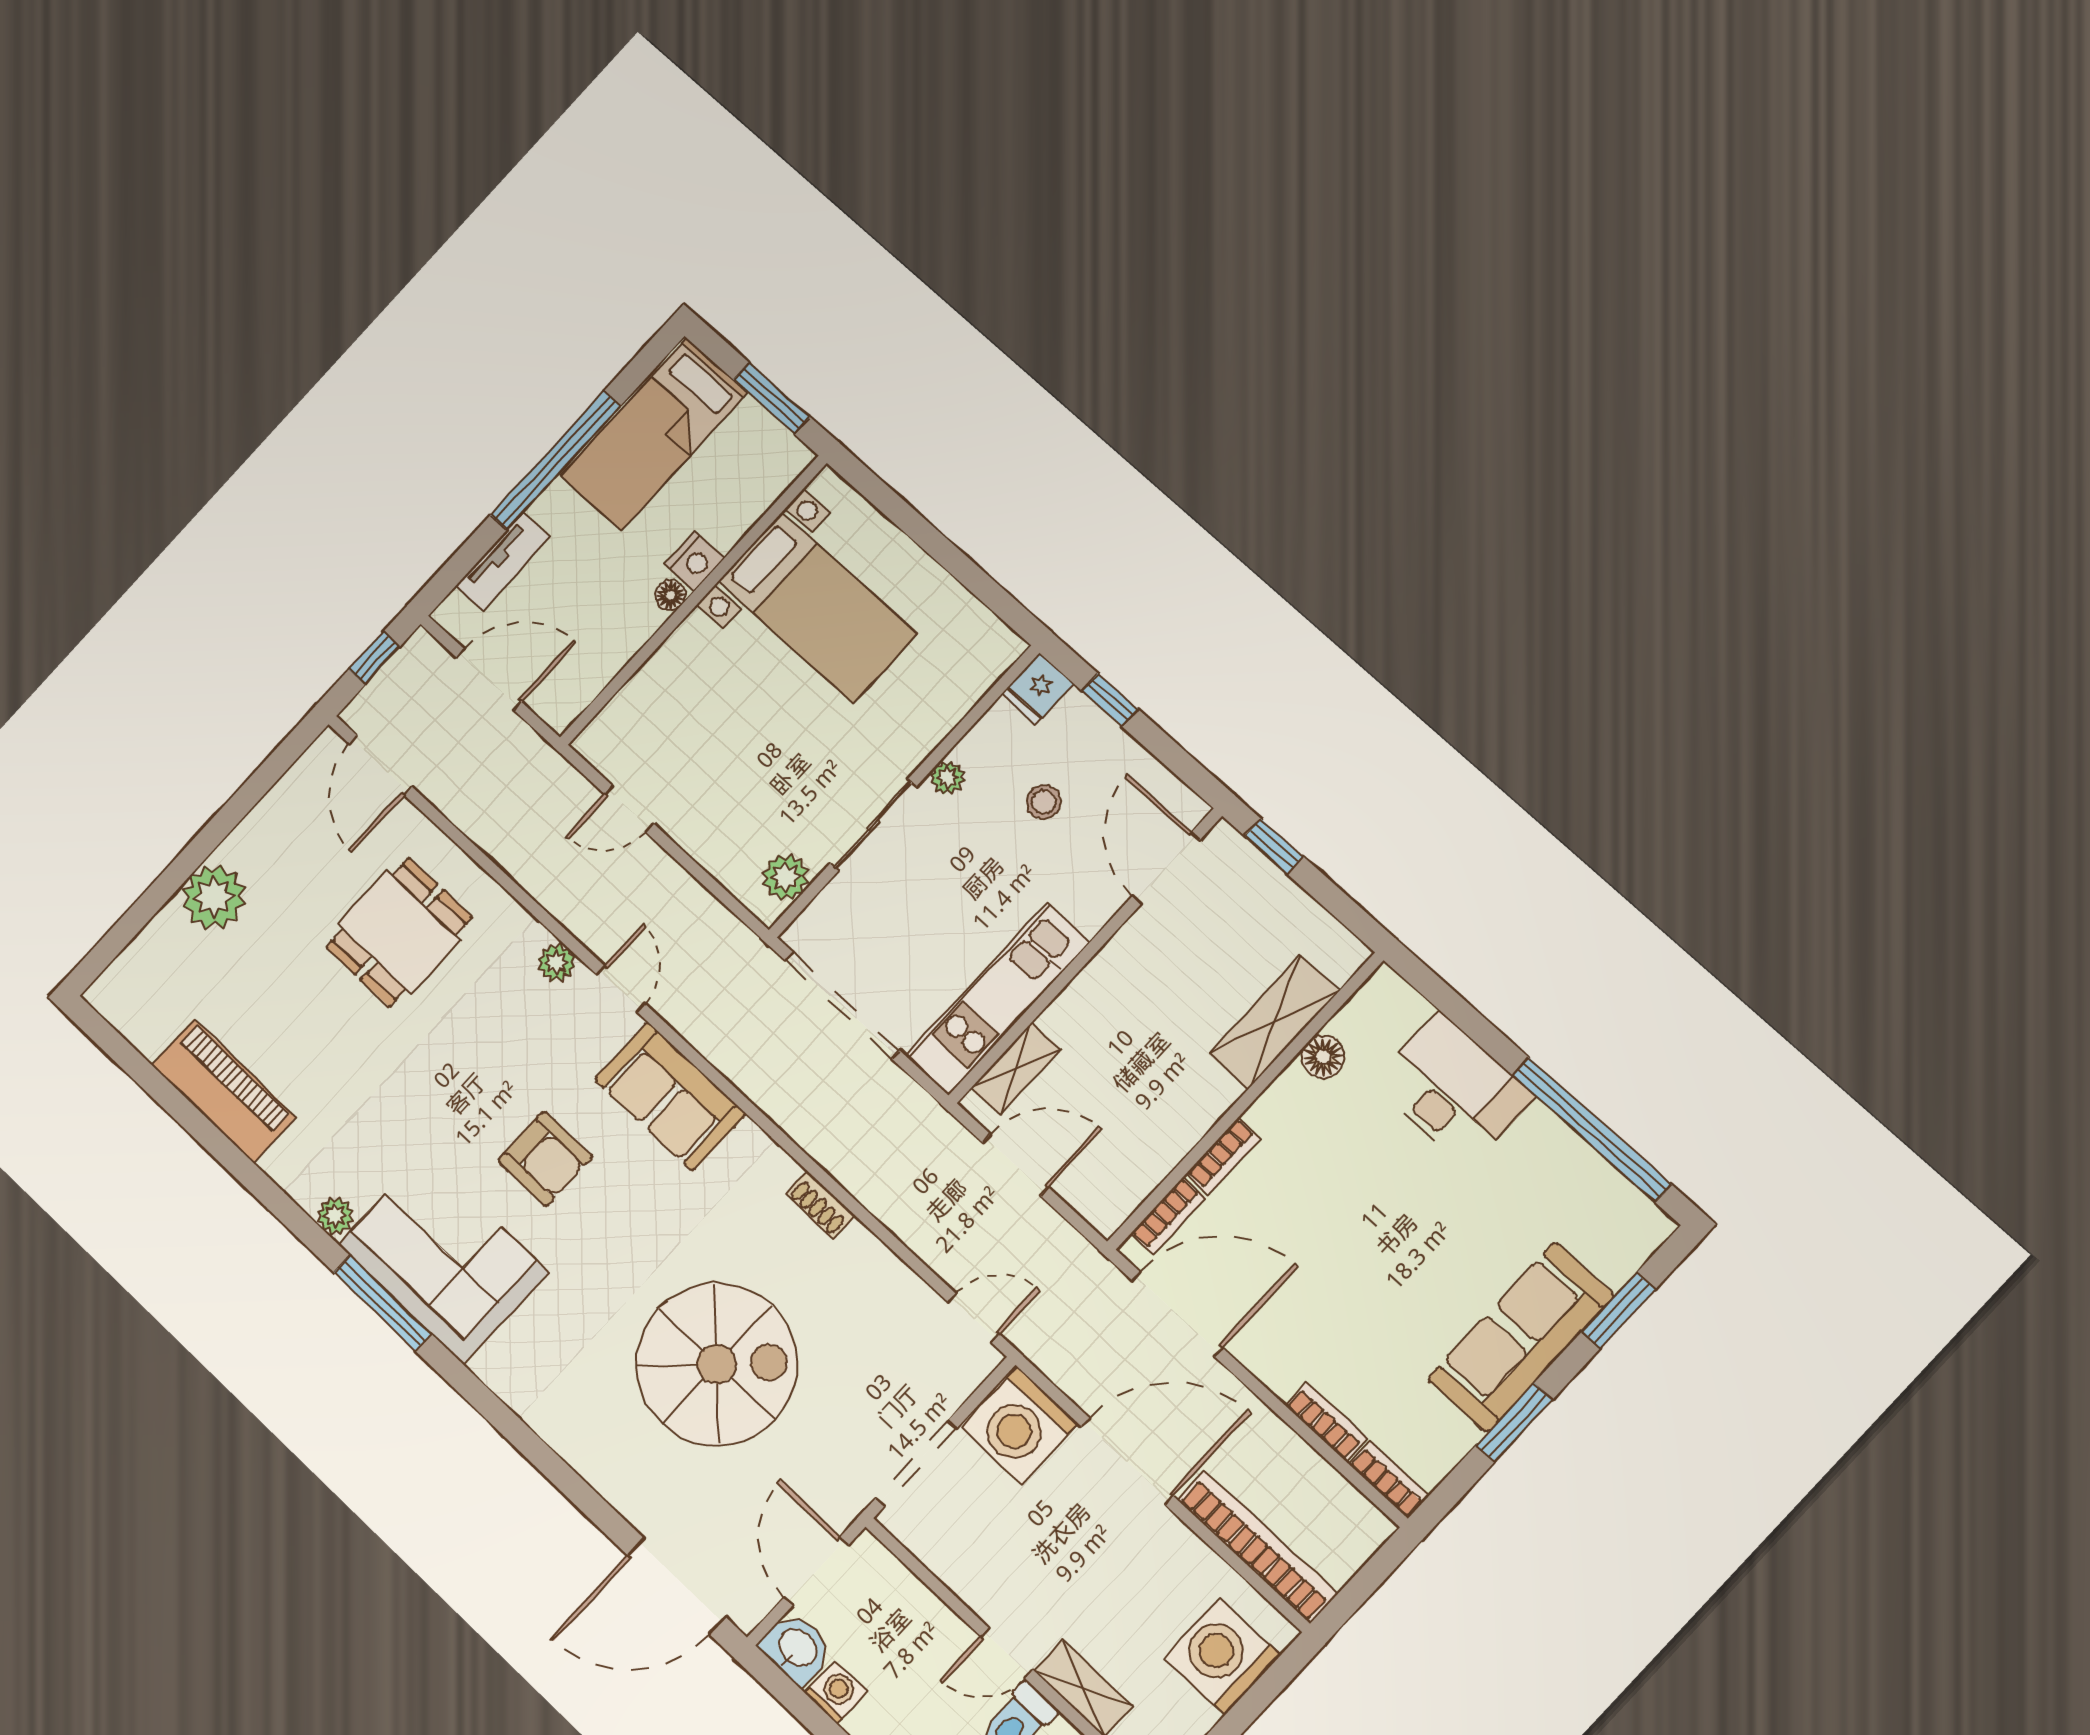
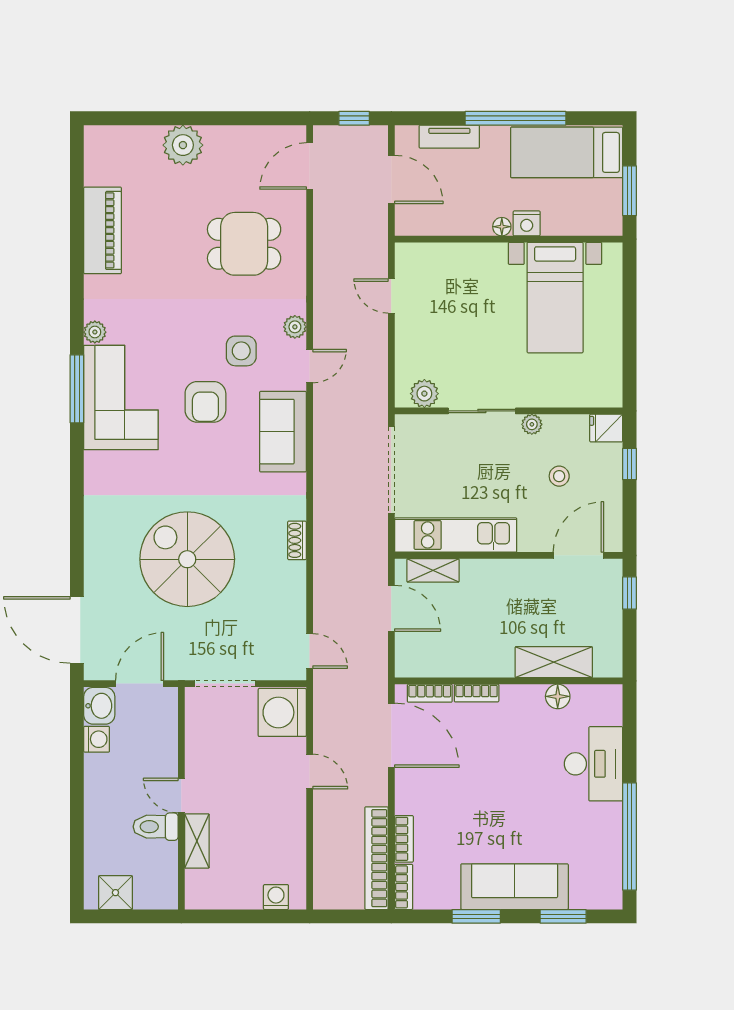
side table: (524, 1056) -> (241, 351), added
spiral stairs: (717, 1364) -> (187, 559), turned 180
door: (1127, 1461) -> (310, 772), width x0.53
bookcase: (1257, 1546) -> (376, 858), moved, turned 180
washing machine: (1222, 1656) -> (276, 897), width x0.53, depth x0.53

